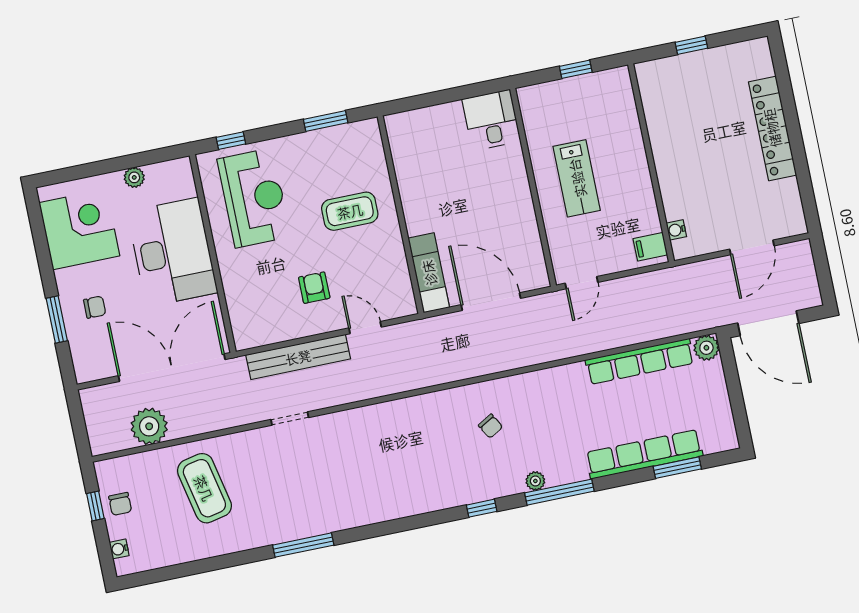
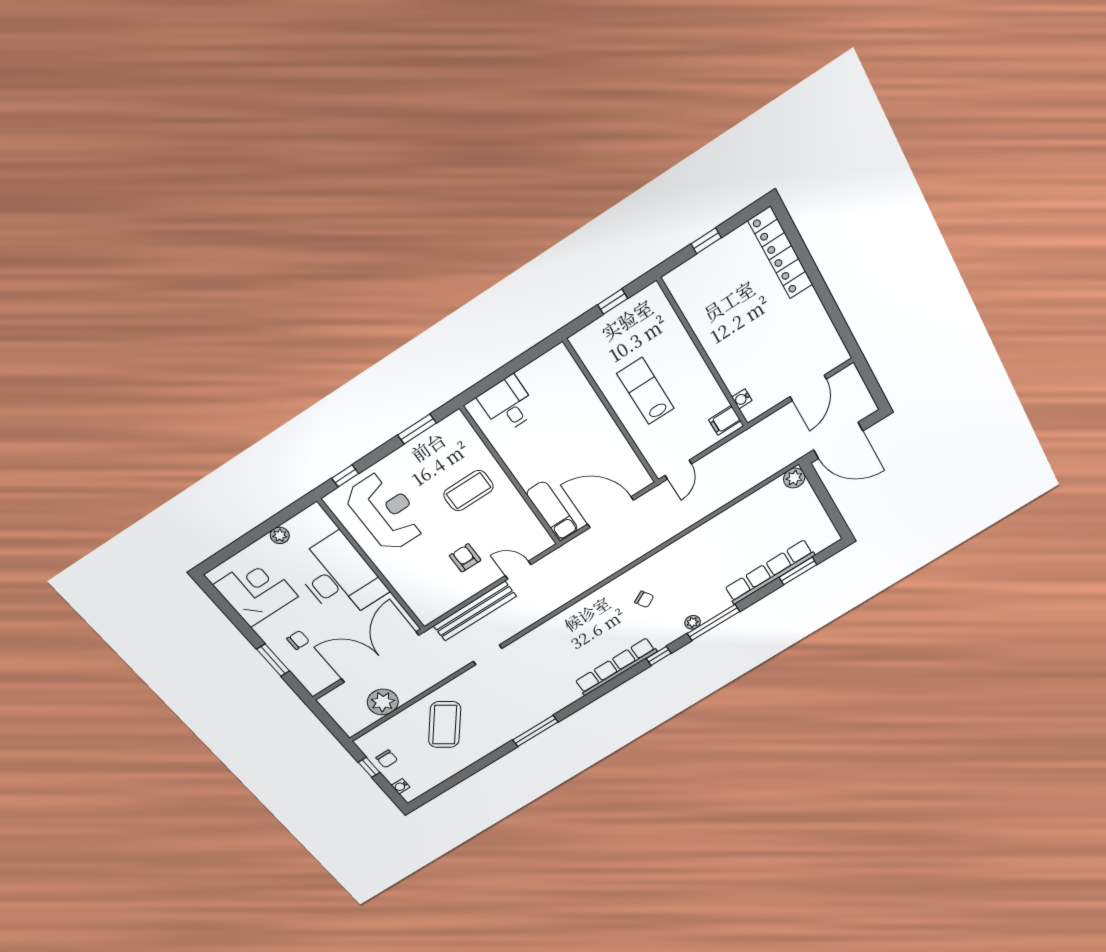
desk: (491, 120) -> (508, 404), moved
locker: (772, 128) -> (780, 253), moved
lab bench: (577, 178) -> (646, 391), turned 180
row of seats: (640, 361) -> (616, 667), moved, turned 180
coffee table: (204, 488) -> (445, 725), turned 49

